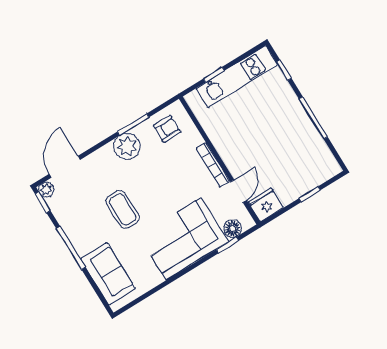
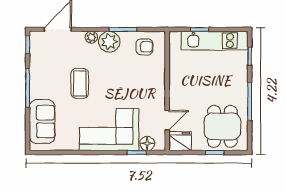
dining table: (301, 162) -> (222, 126), added
bookcase: (213, 165) -> (161, 91), removed
plant: (46, 190) -> (91, 37), moved

